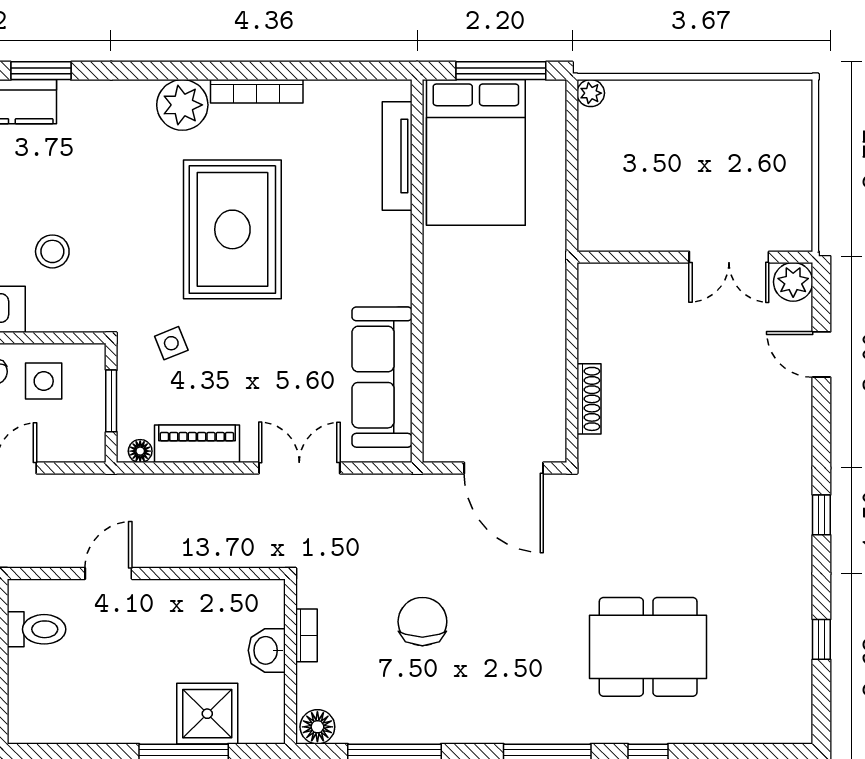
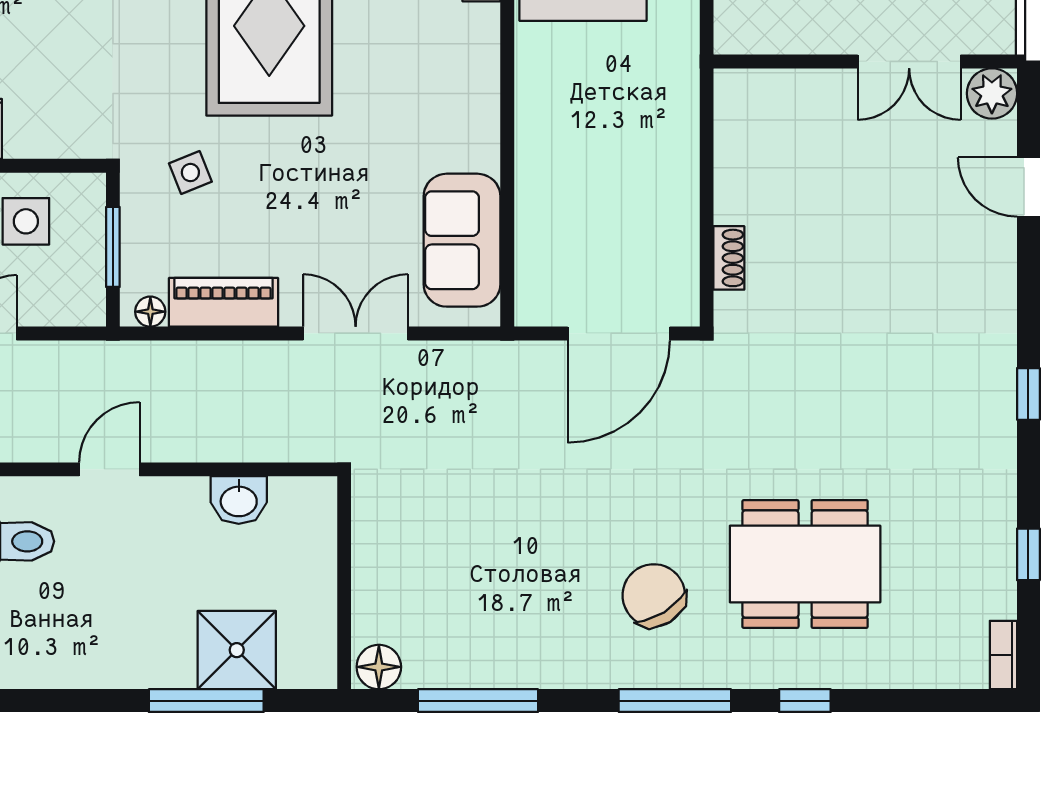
stool: (52, 251) -> (37, 54), removed
sofa: (382, 377) -> (462, 240), width x0.73
shoe rack: (589, 399) -> (729, 258), width x0.70
door: (504, 468) -> (619, 333), hinge flipped
chair: (422, 622) -> (654, 595), moved, turned -32
bookcase: (306, 635) -> (1003, 655), moved, turned 180
washbasin: (267, 650) -> (239, 500), moved, turned -90

